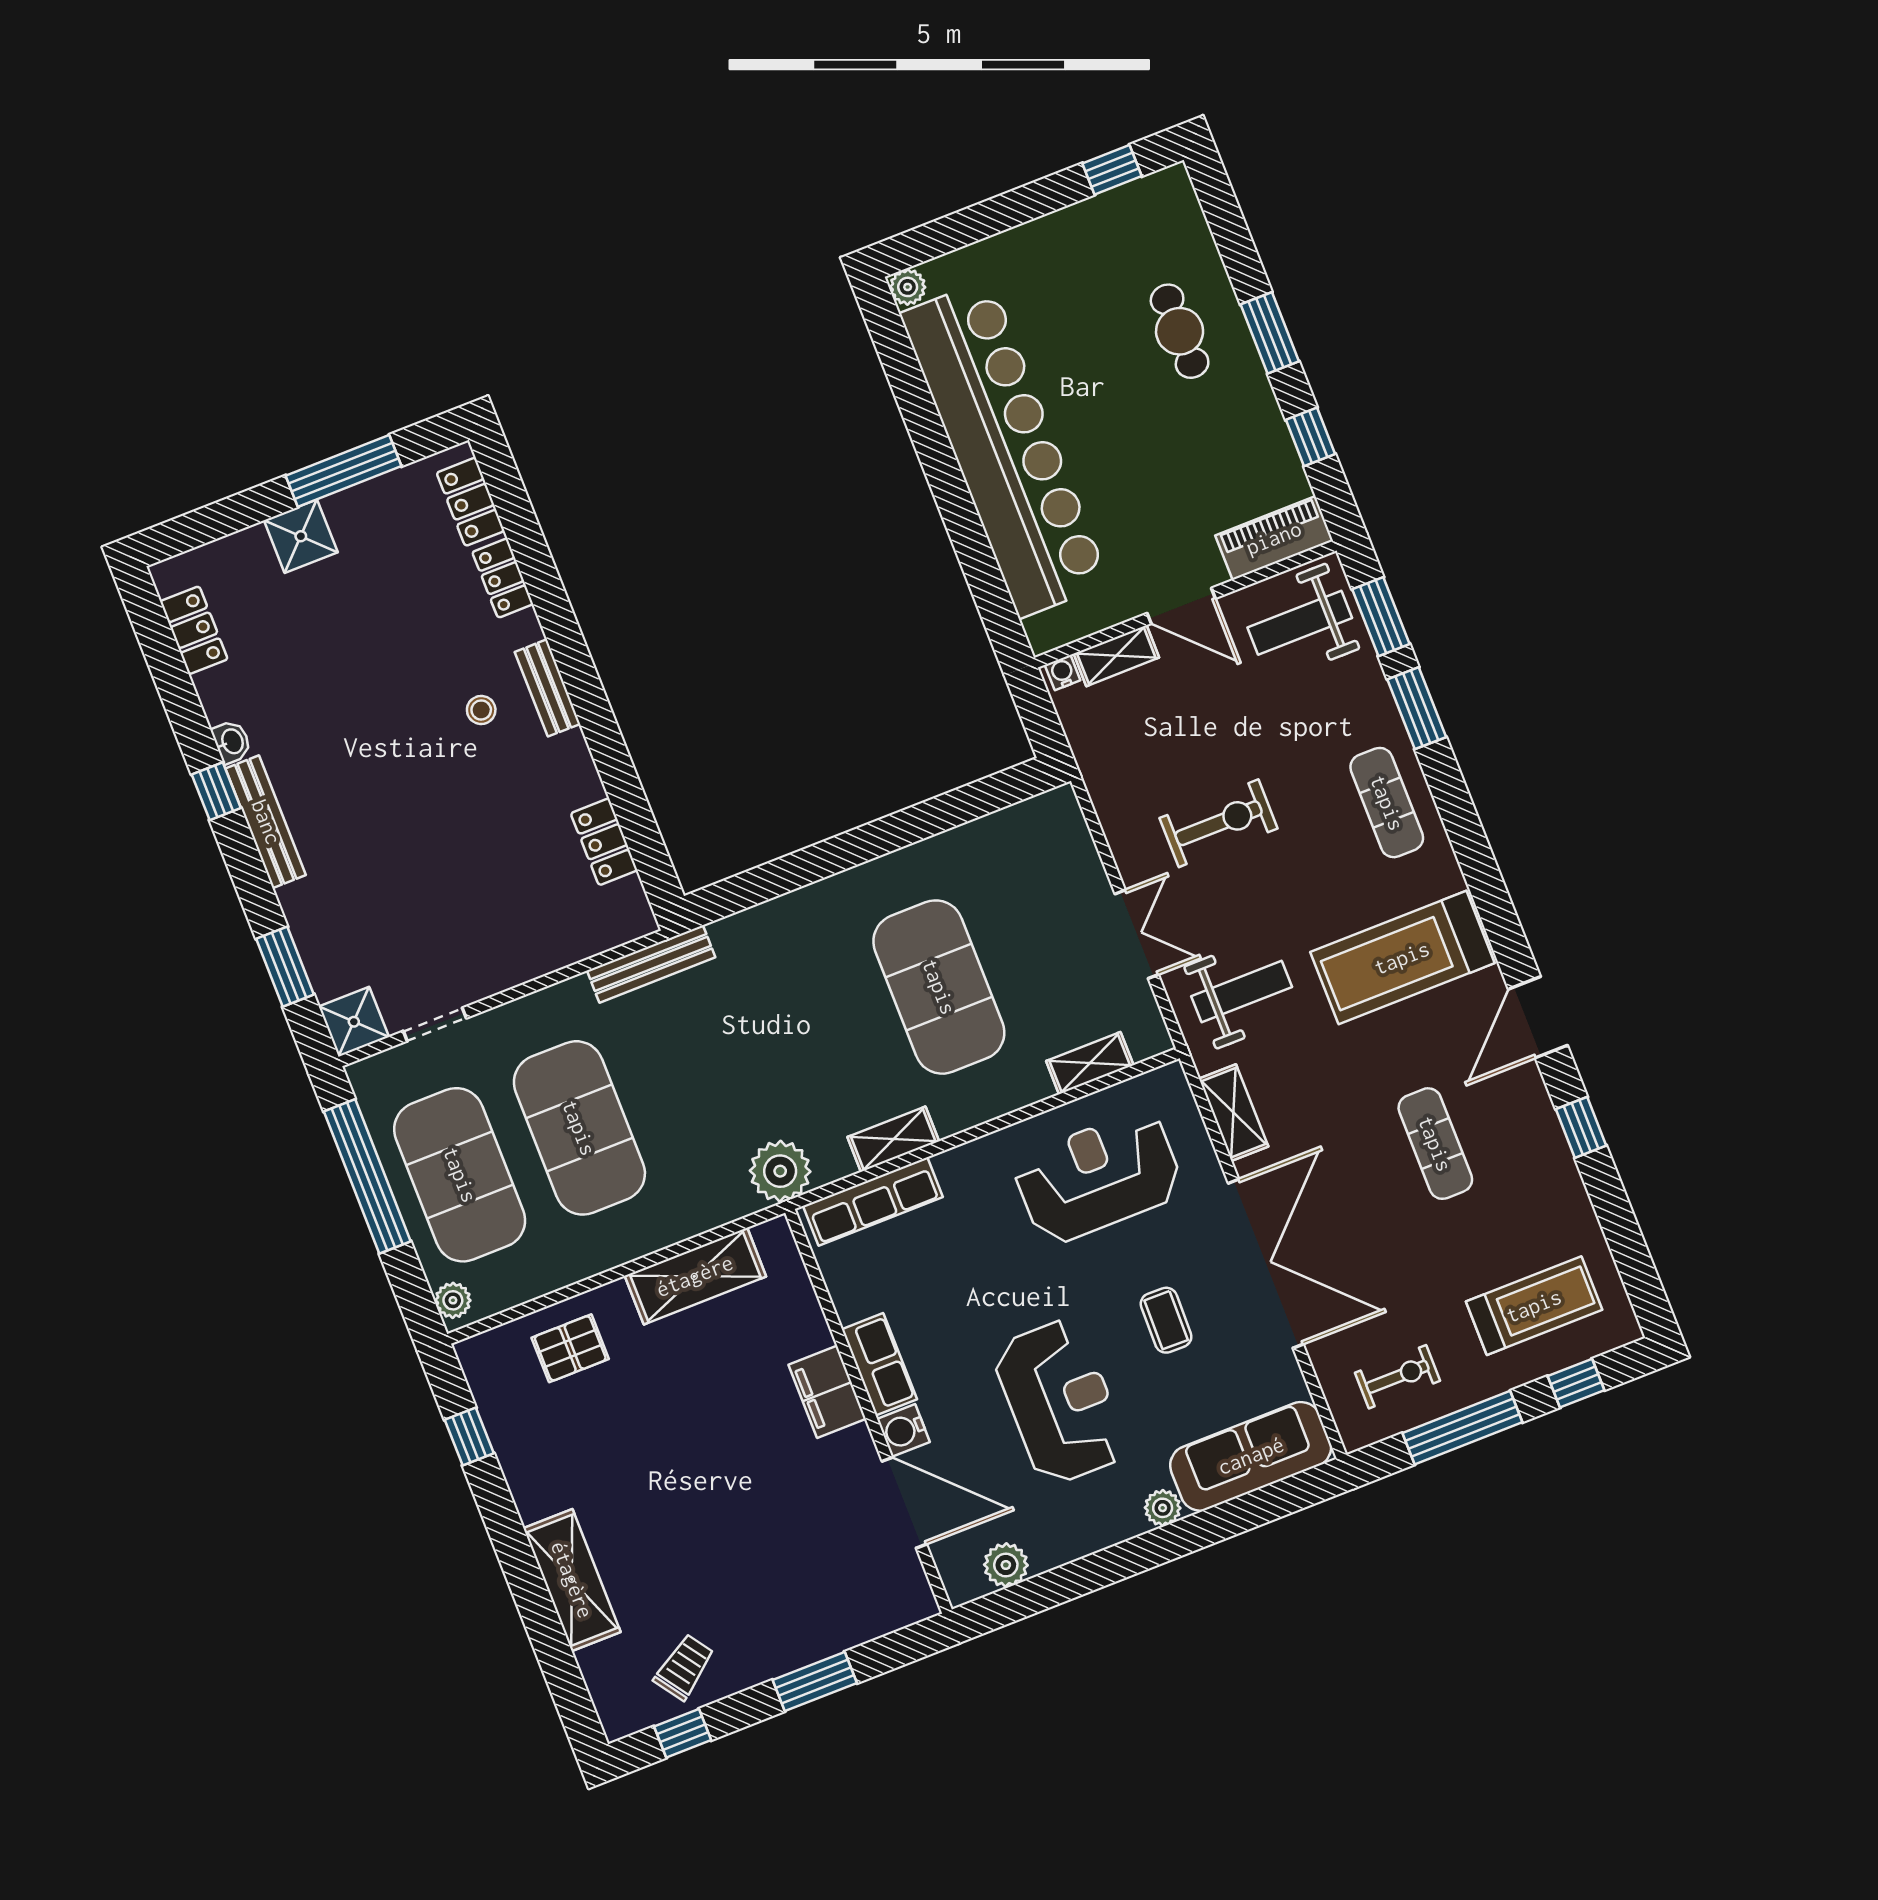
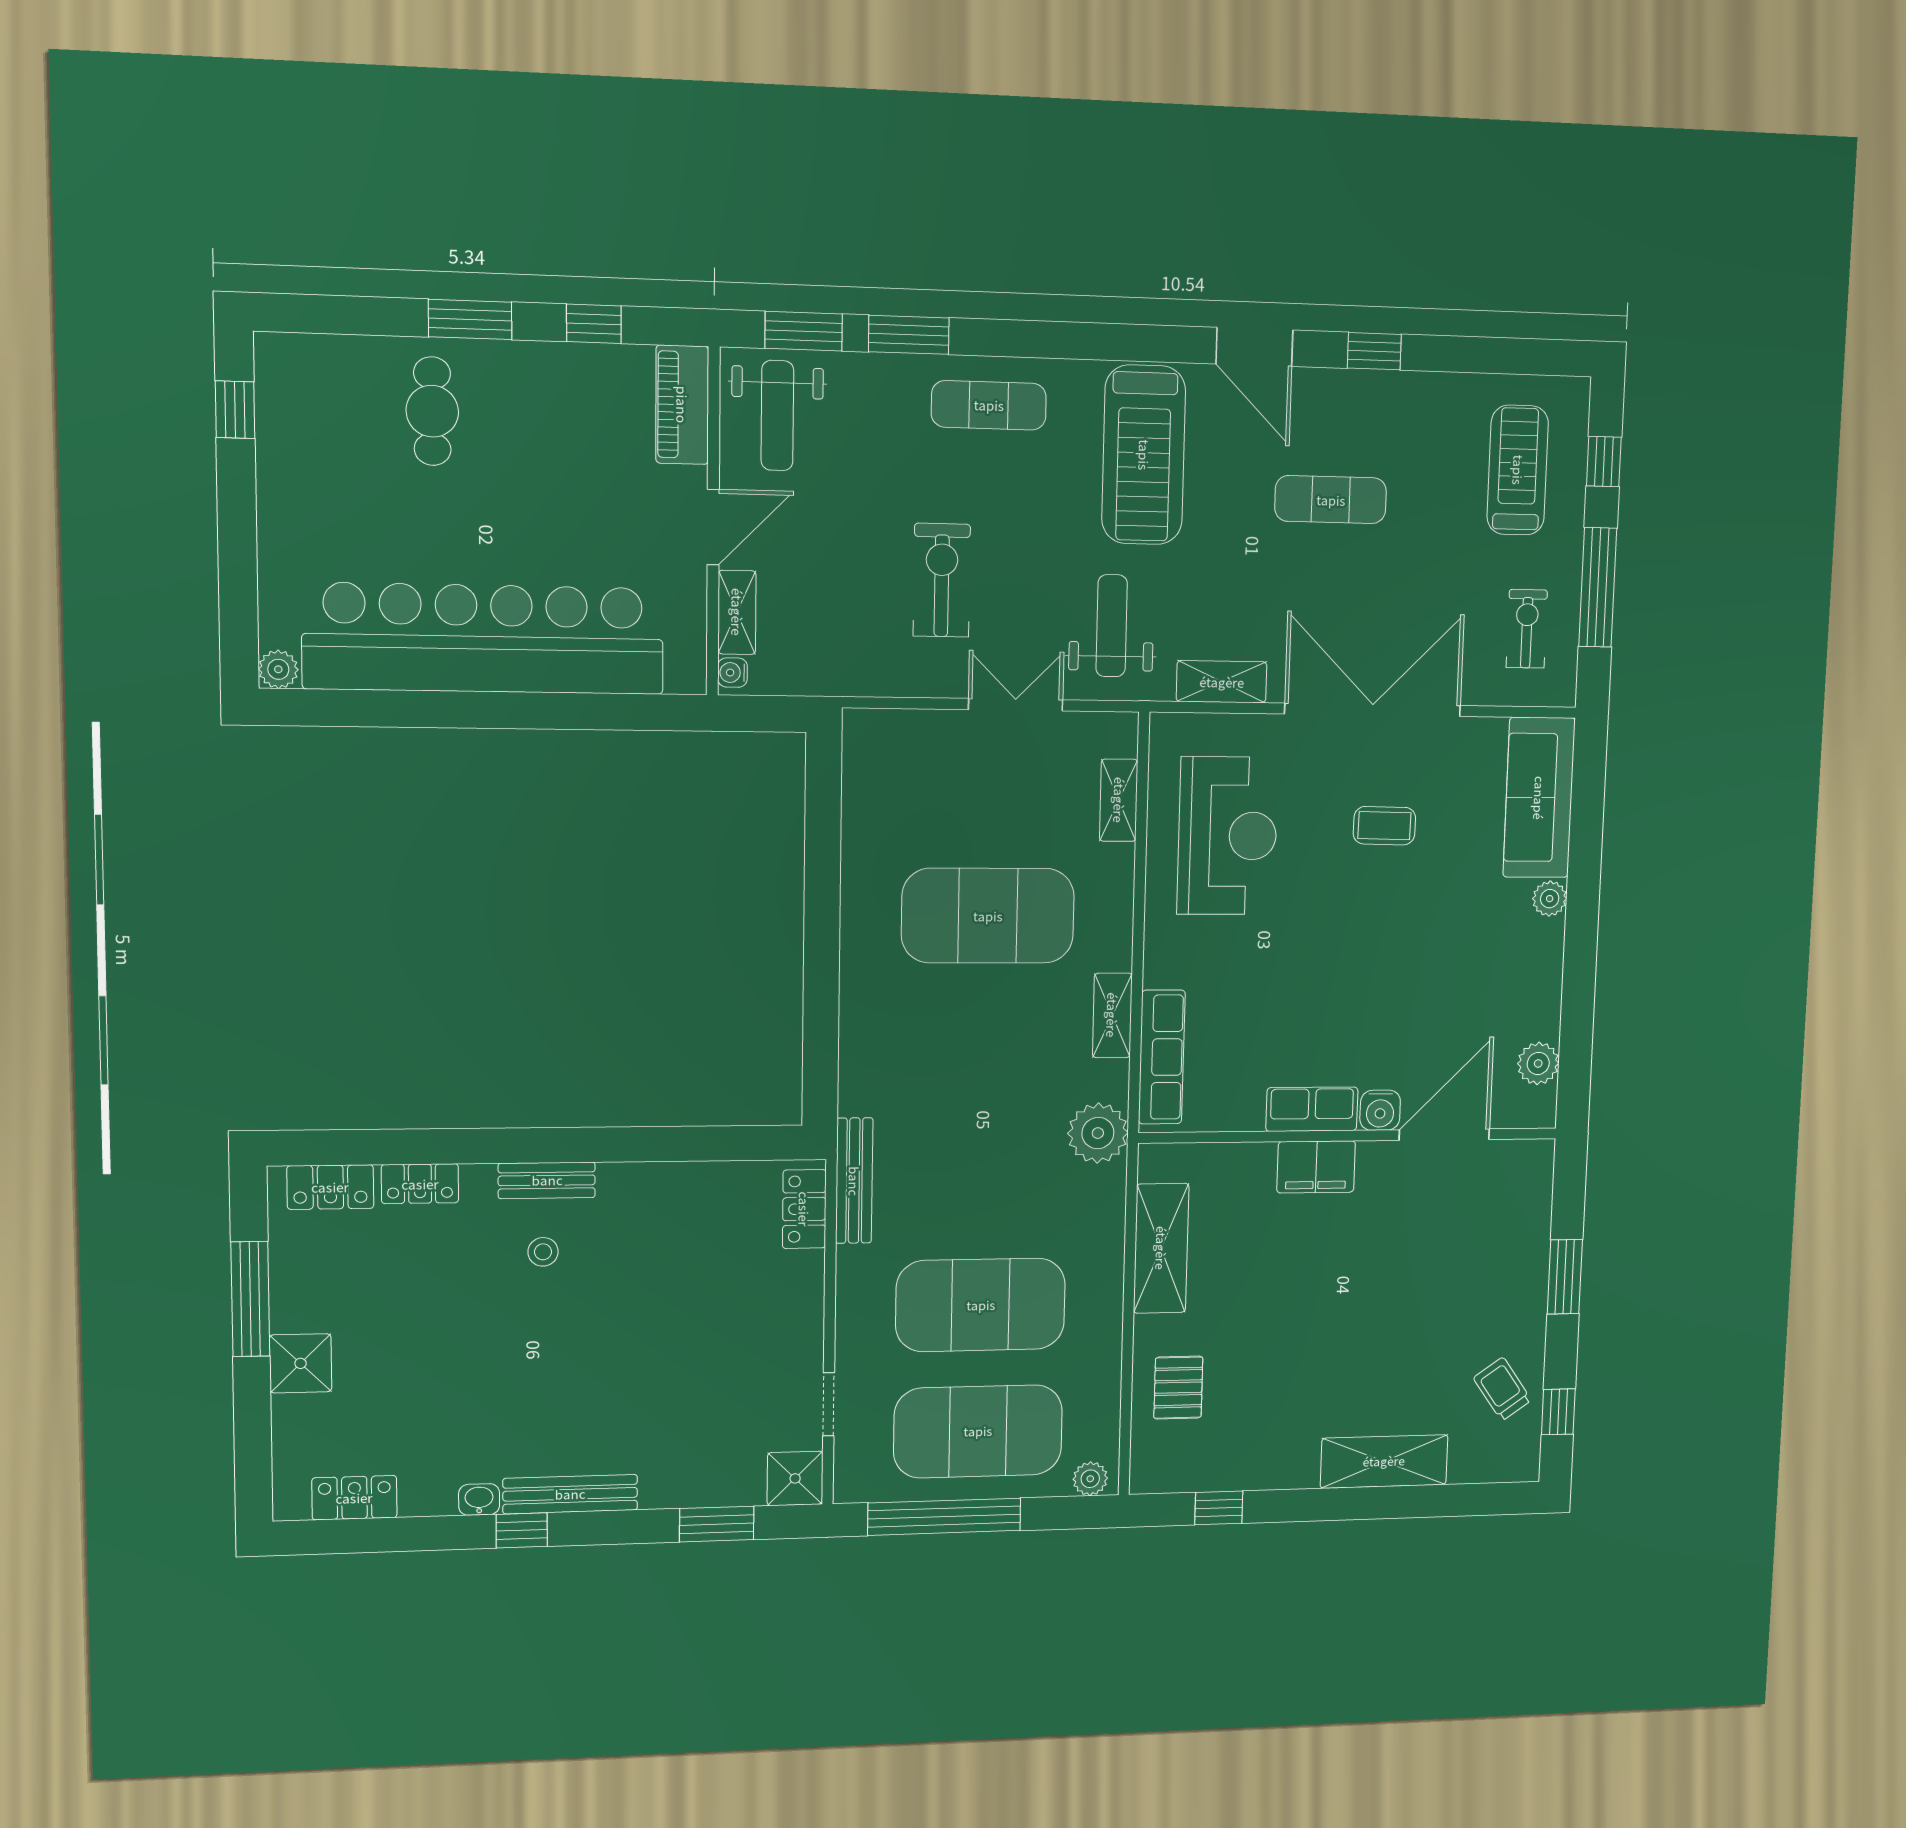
cafe table: (1180, 331) -> (432, 411), turned 90
locker: (604, 842) -> (804, 1209), moved, turned 90
reception desk: (1098, 1177) -> (1227, 836), turned 180
reception desk: (1060, 1402) -> (1416, 955), removed

